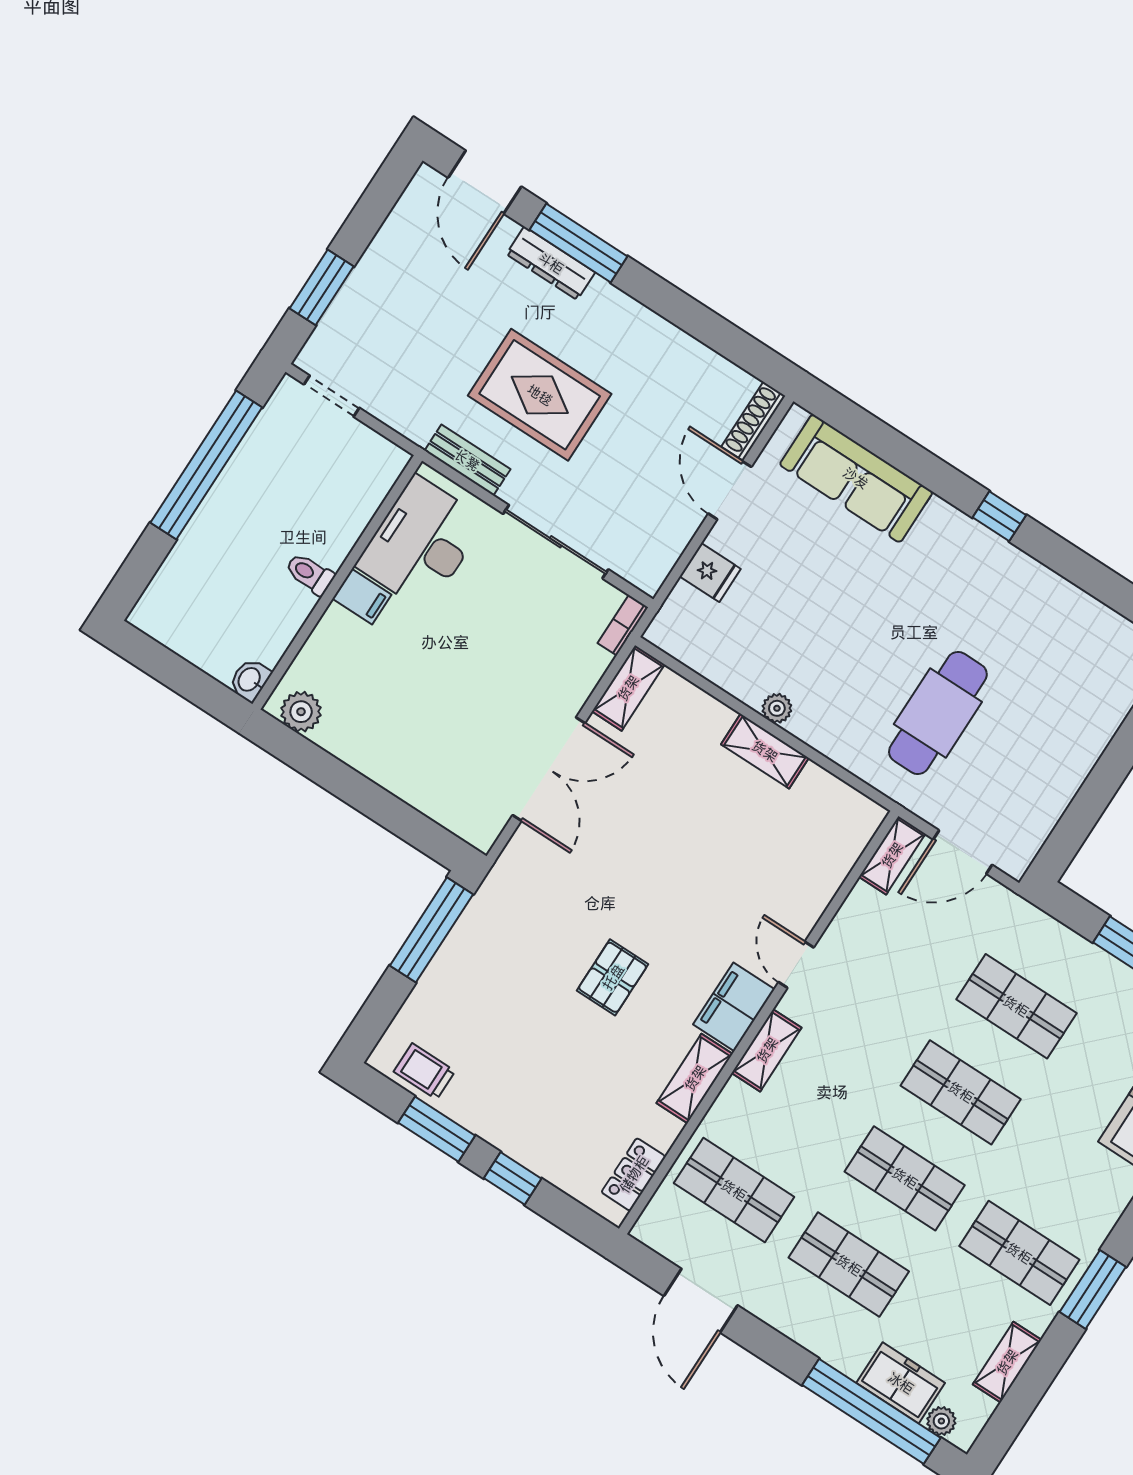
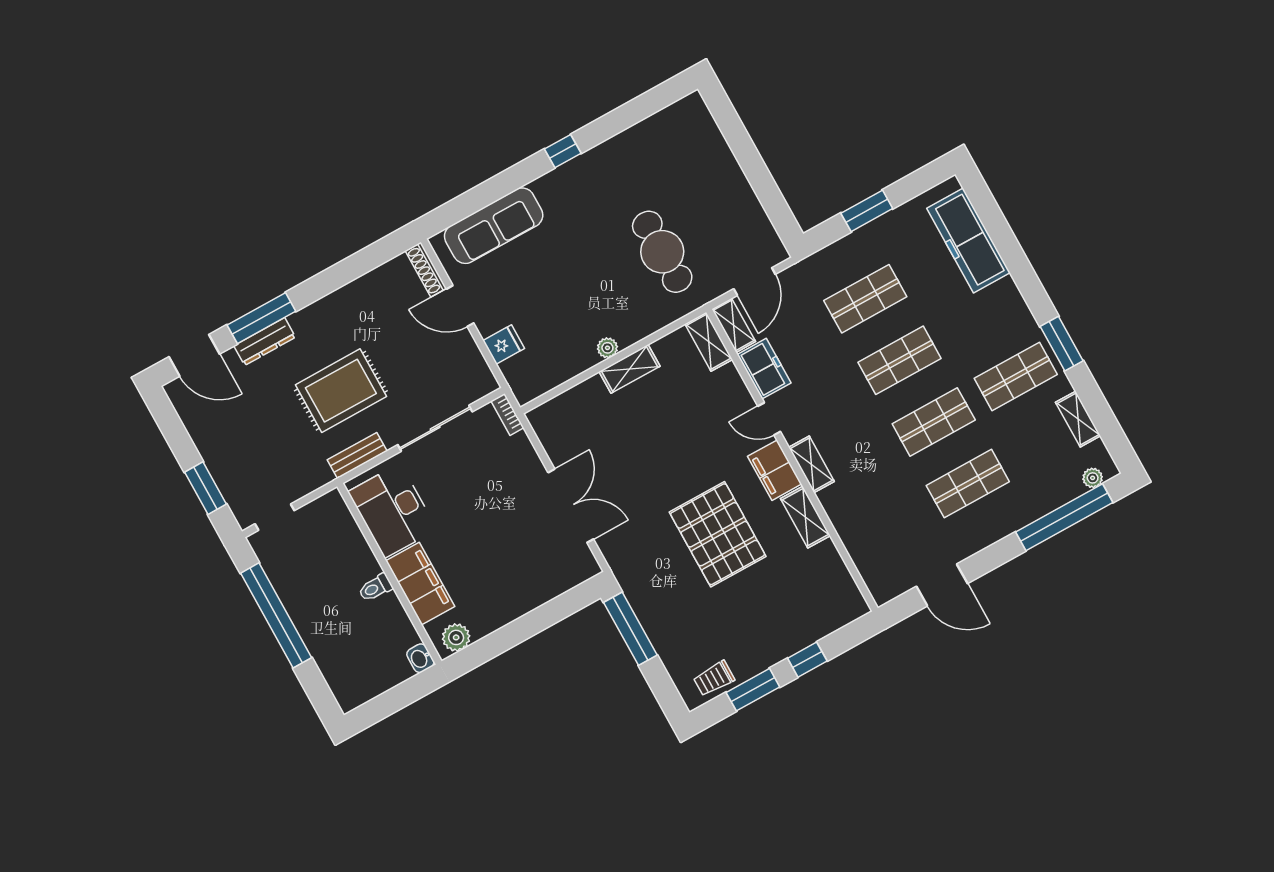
filing cabinet: (362, 597) -> (420, 584), width x3.00, depth x1.17
shelving: (628, 688) -> (709, 342), moved
pallet: (613, 977) -> (718, 534), width x2.05, depth x2.00
locker: (634, 1174) -> (844, 585), removed
shop shelf: (734, 1190) -> (886, 529), removed
freezer: (901, 1383) -> (764, 369), moved, turned 90

